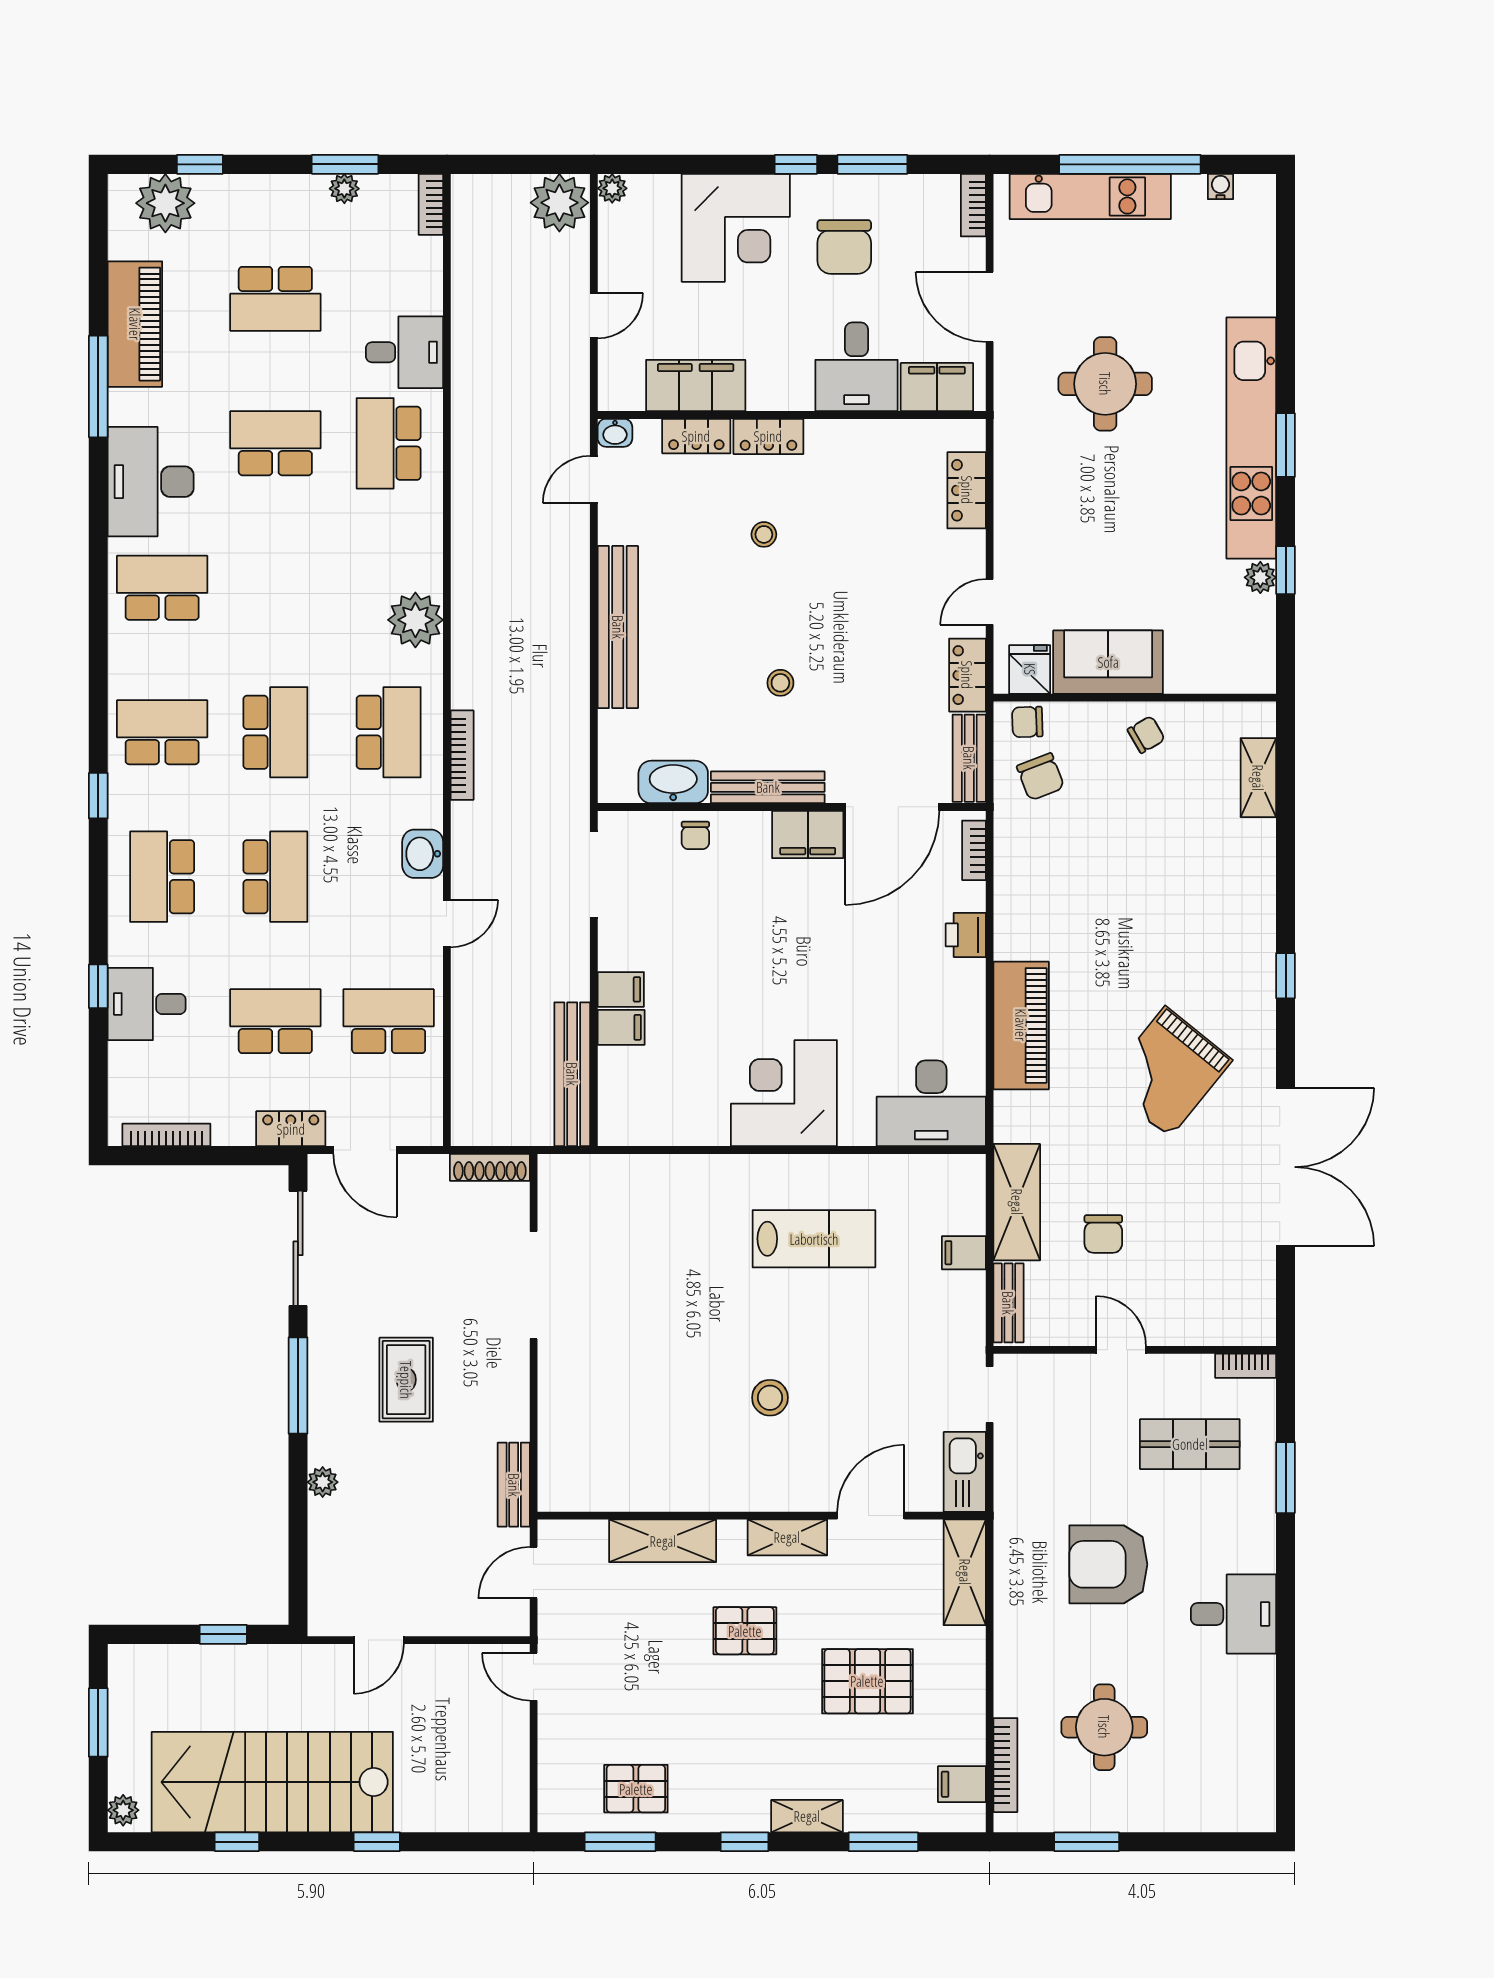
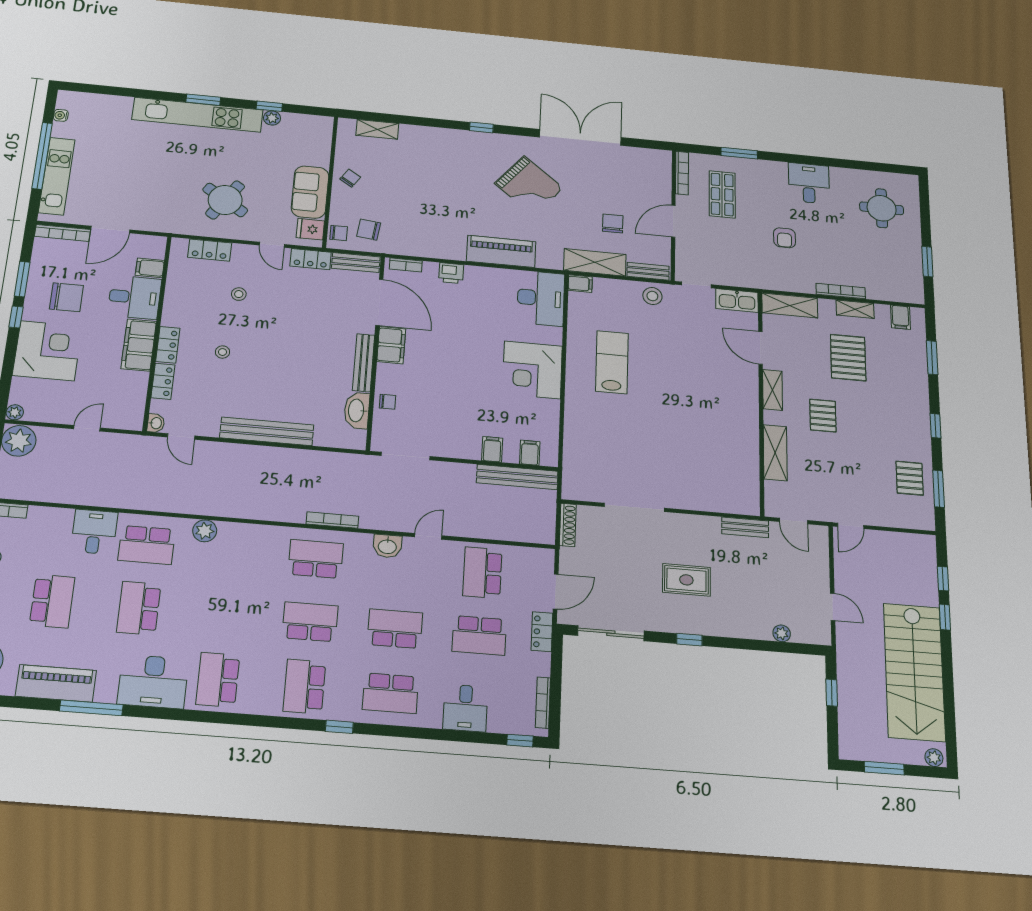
bookcase: (973, 205) -> (63, 233), width x1.56
door: (594, 316) -> (87, 428), hinge flipped
round table: (1105, 384) -> (225, 200), moved, turned 33
filing cabinet: (696, 386) -> (139, 345), moved
filing cabinet: (937, 387) -> (150, 268), width x0.50
plant: (415, 620) -> (205, 531), moved, width x0.73, depth x0.73
stool: (780, 683) -> (239, 294), moved
chair: (1027, 722) -> (339, 233), turned -88
chair: (1146, 735) -> (350, 178), turned 63
chair: (1041, 777) -> (369, 230), turned -152
door: (447, 924) -> (428, 536), hinge flipped
window: (98, 986) -> (520, 740), moved
filing cabinet: (621, 989) -> (530, 453), moved
school desk: (275, 1021) -> (479, 635), turned -90
chair: (1103, 1234) -> (613, 223), turned -90
filing cabinet: (964, 1253) -> (580, 284), moved, turned -90
door: (1121, 1350) -> (673, 221), width x1.38
bookcase: (1246, 1366) -> (682, 173), width x1.56
window: (298, 1385) -> (689, 640), width x0.46
stool: (770, 1398) -> (652, 296), moved
plant: (323, 1482) -> (782, 633), moved
armchair: (1108, 1564) -> (784, 238), width x0.53, depth x0.53
round table: (1104, 1727) -> (882, 208), moved
bookcase: (1005, 1765) -> (841, 291), moved
shelving: (807, 1816) -> (855, 309), moved, turned 90
window: (237, 1842) -> (943, 579), moved

